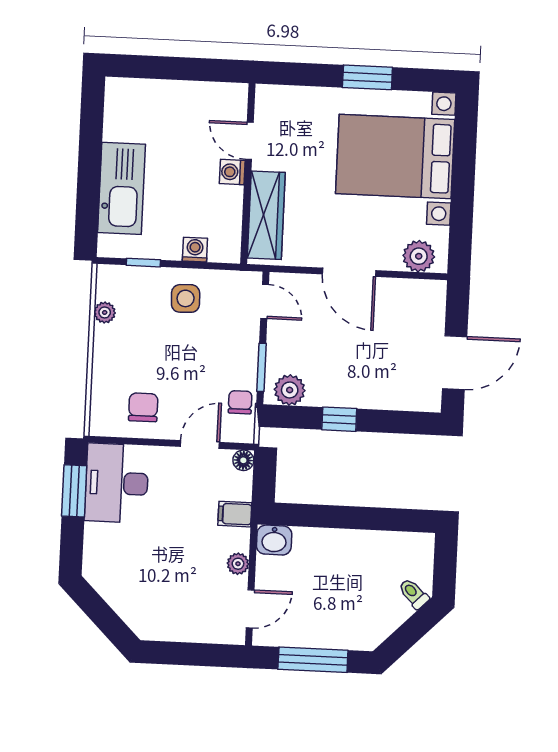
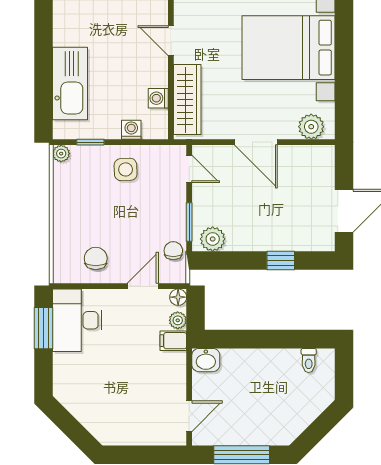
washing machine: (232, 172) -> (158, 98), moved
plant: (105, 312) -> (61, 154), moved
window: (339, 419) -> (281, 261), moved
plant: (238, 564) -> (178, 320), moved
toilet: (414, 594) -> (309, 360), moved, turned -135

